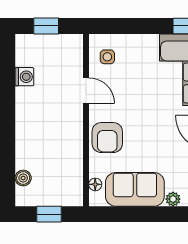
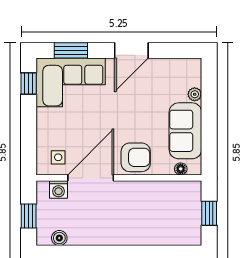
washing machine: (24, 77) -> (58, 189), moved, turned 180
door: (86, 91) -> (91, 178), width x1.88
boiler: (23, 178) -> (59, 238), moved

